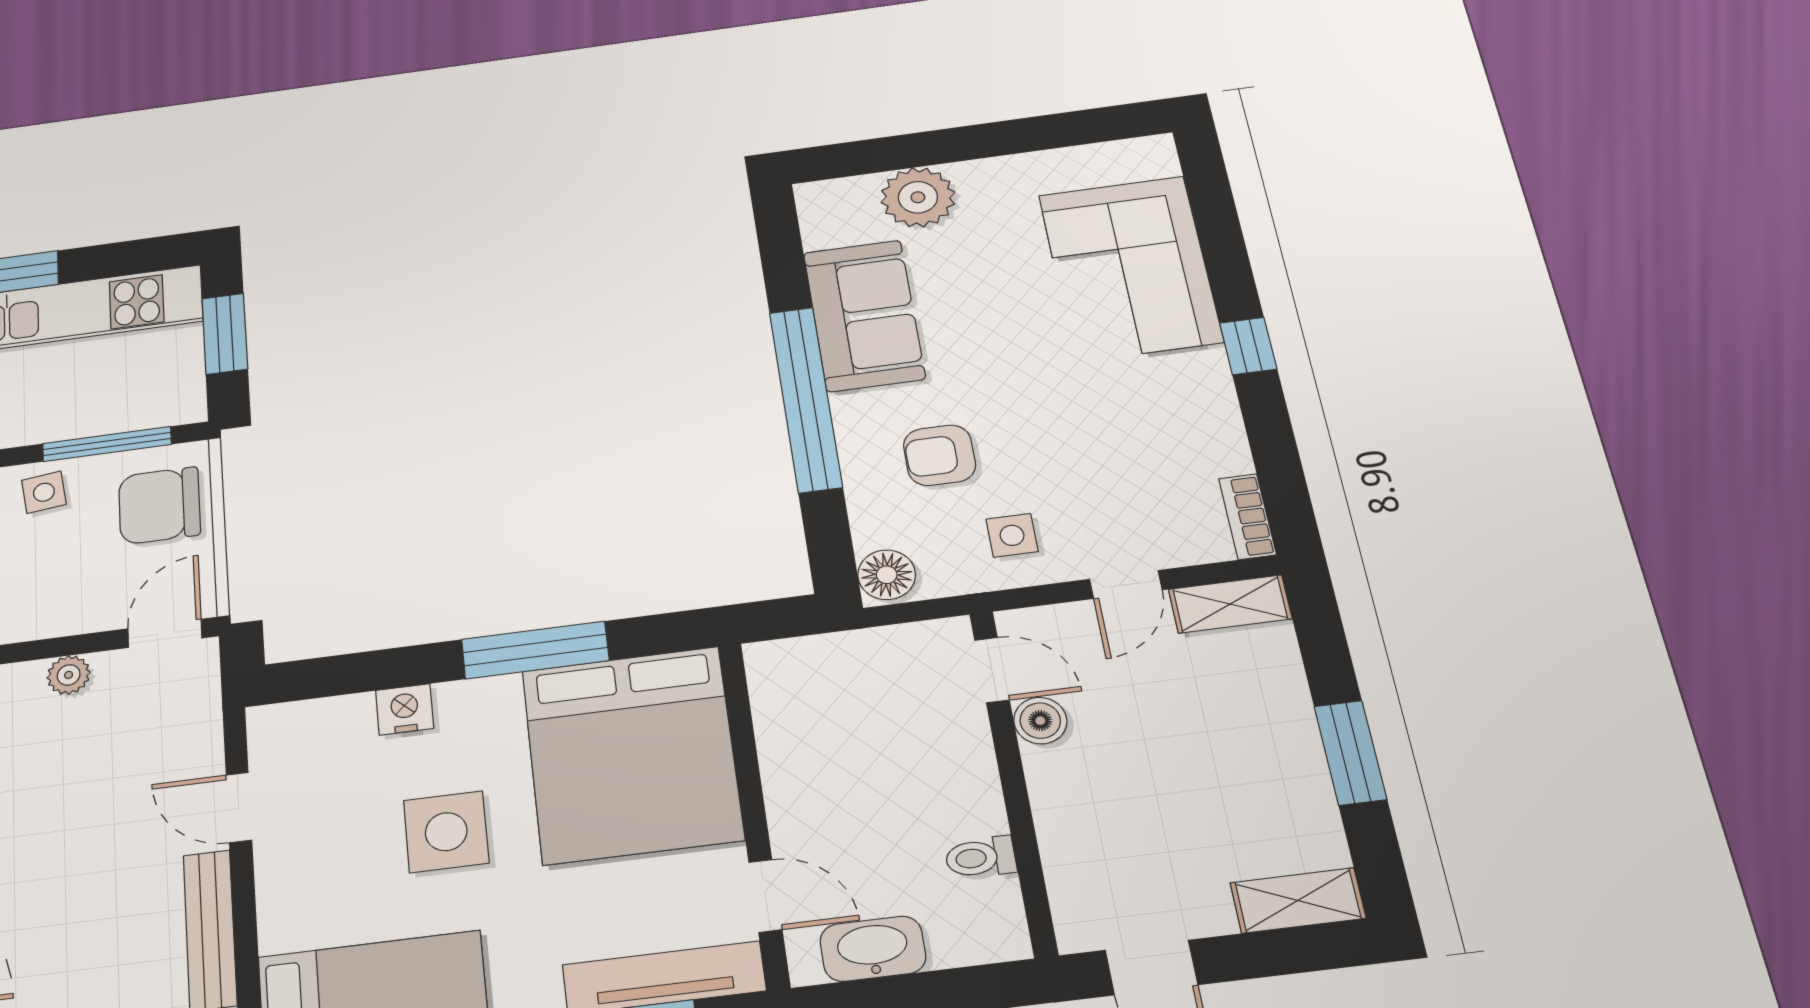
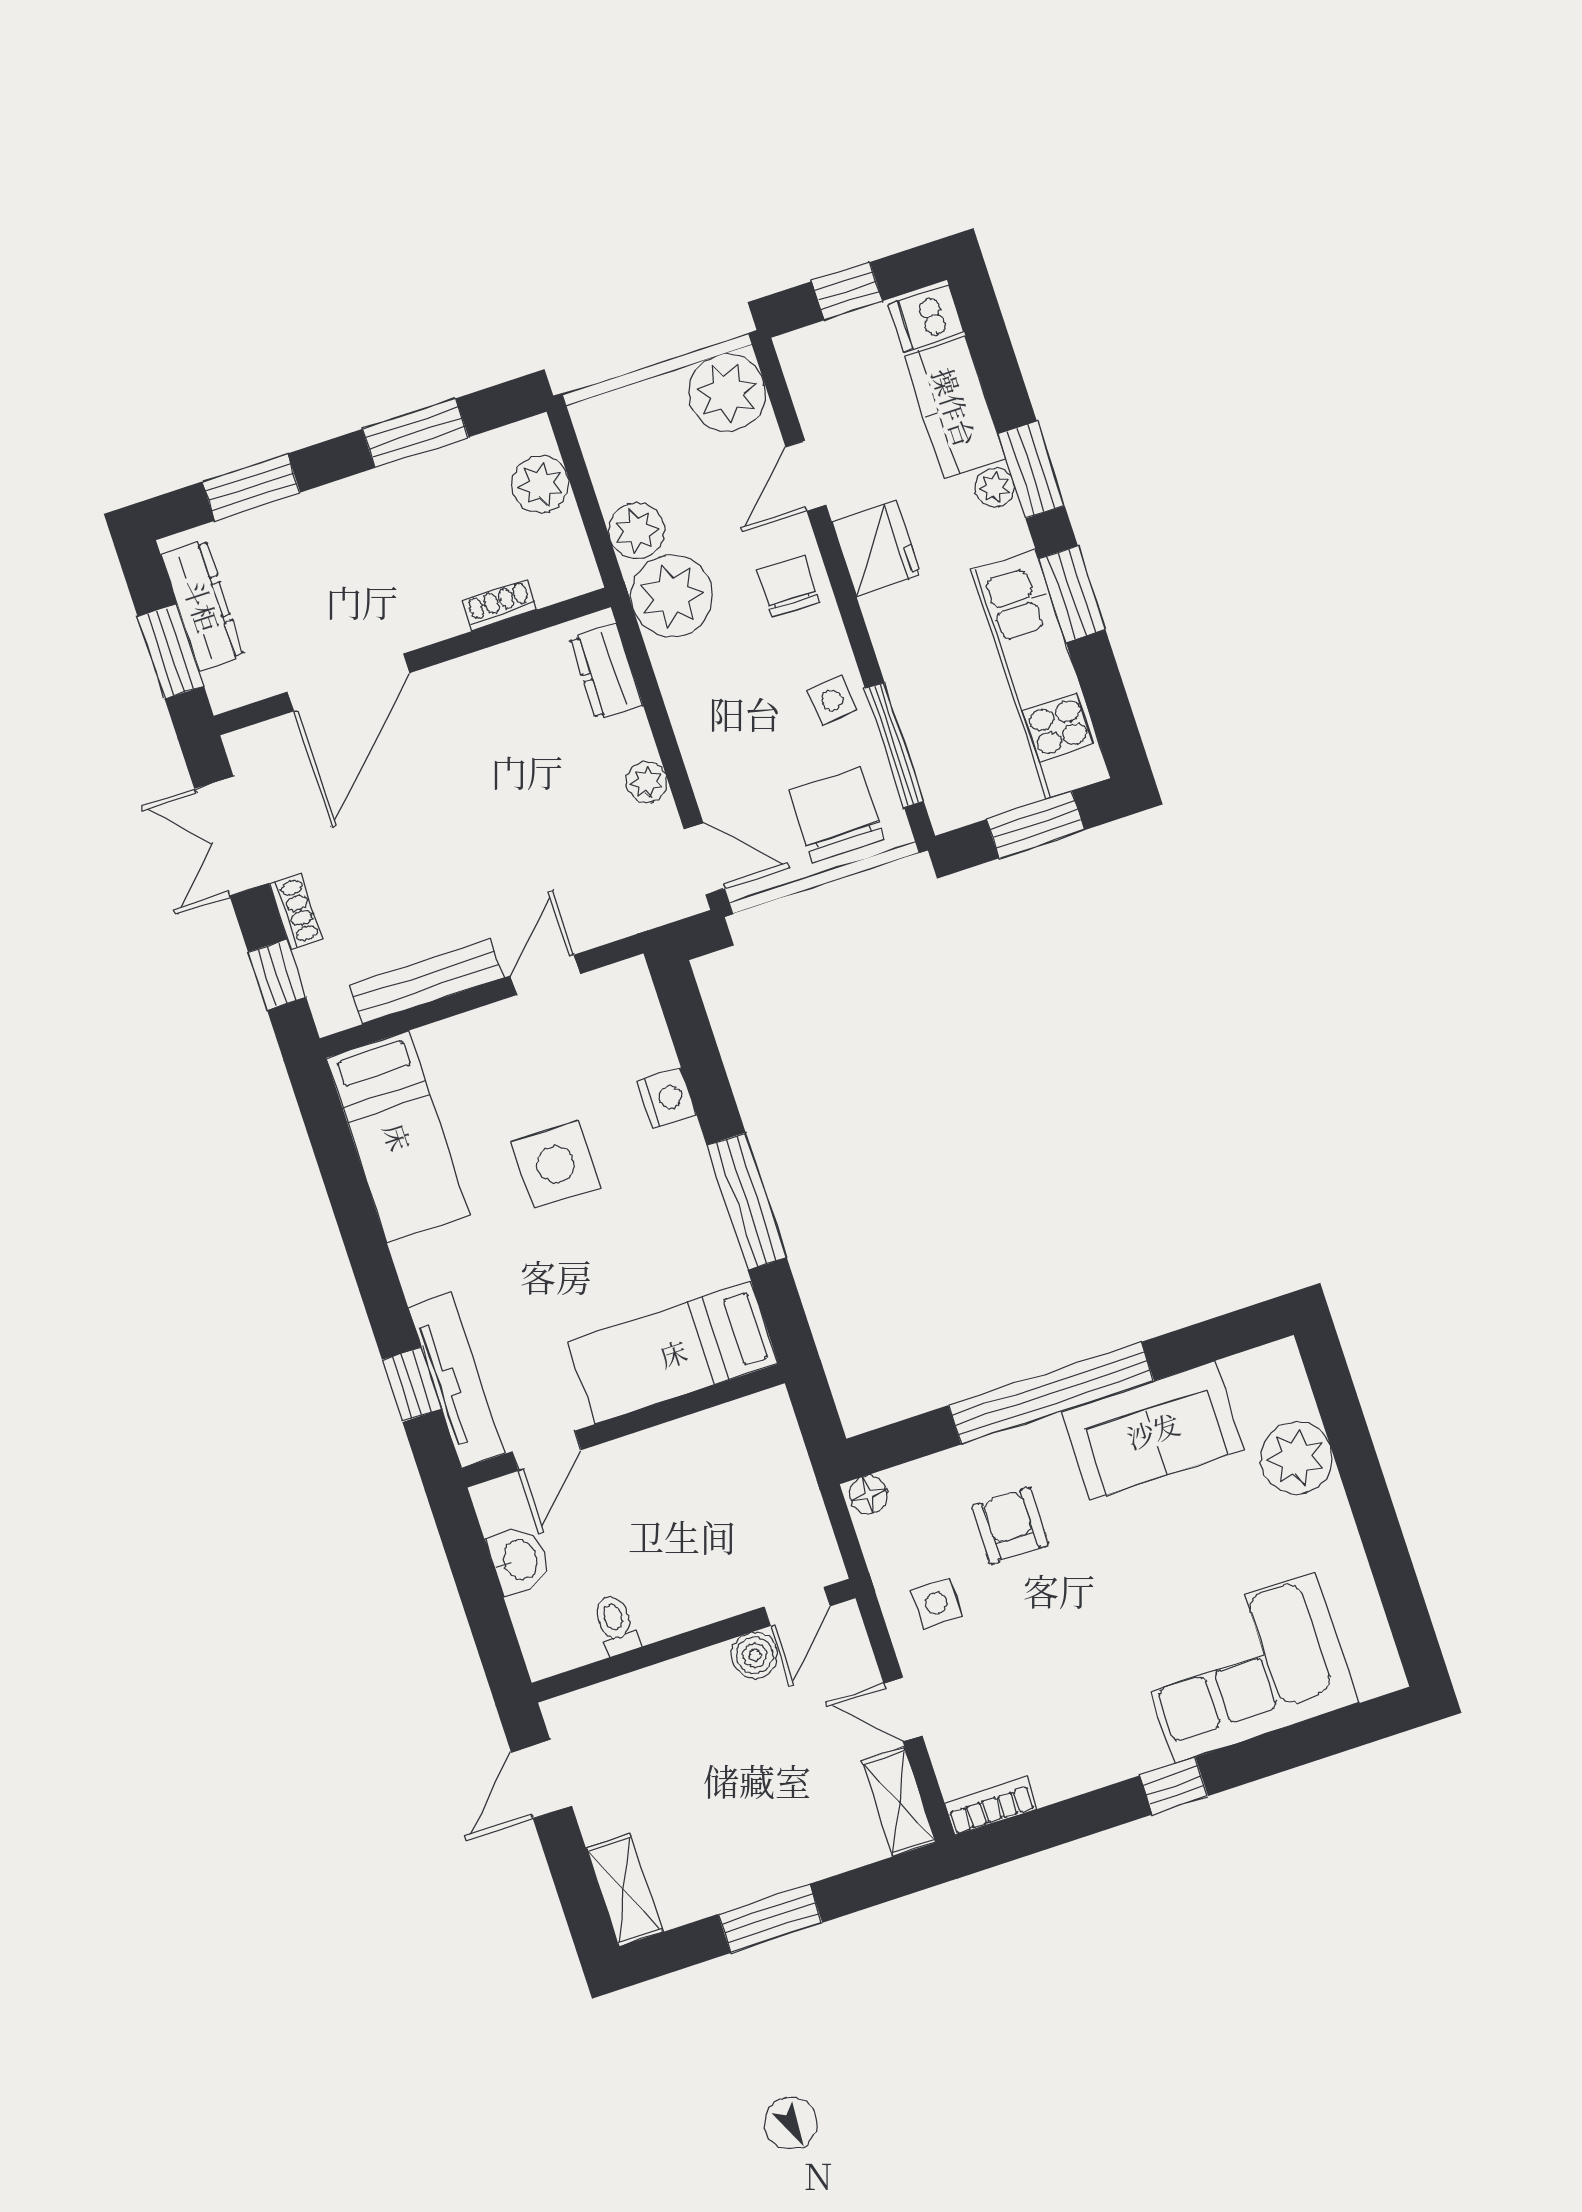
floor lamp: (887, 575) -> (868, 1495), width x0.73, depth x0.73
bed: (632, 755) -> (673, 1353), width x0.49
washbasin: (873, 949) -> (519, 1560), width x0.72

